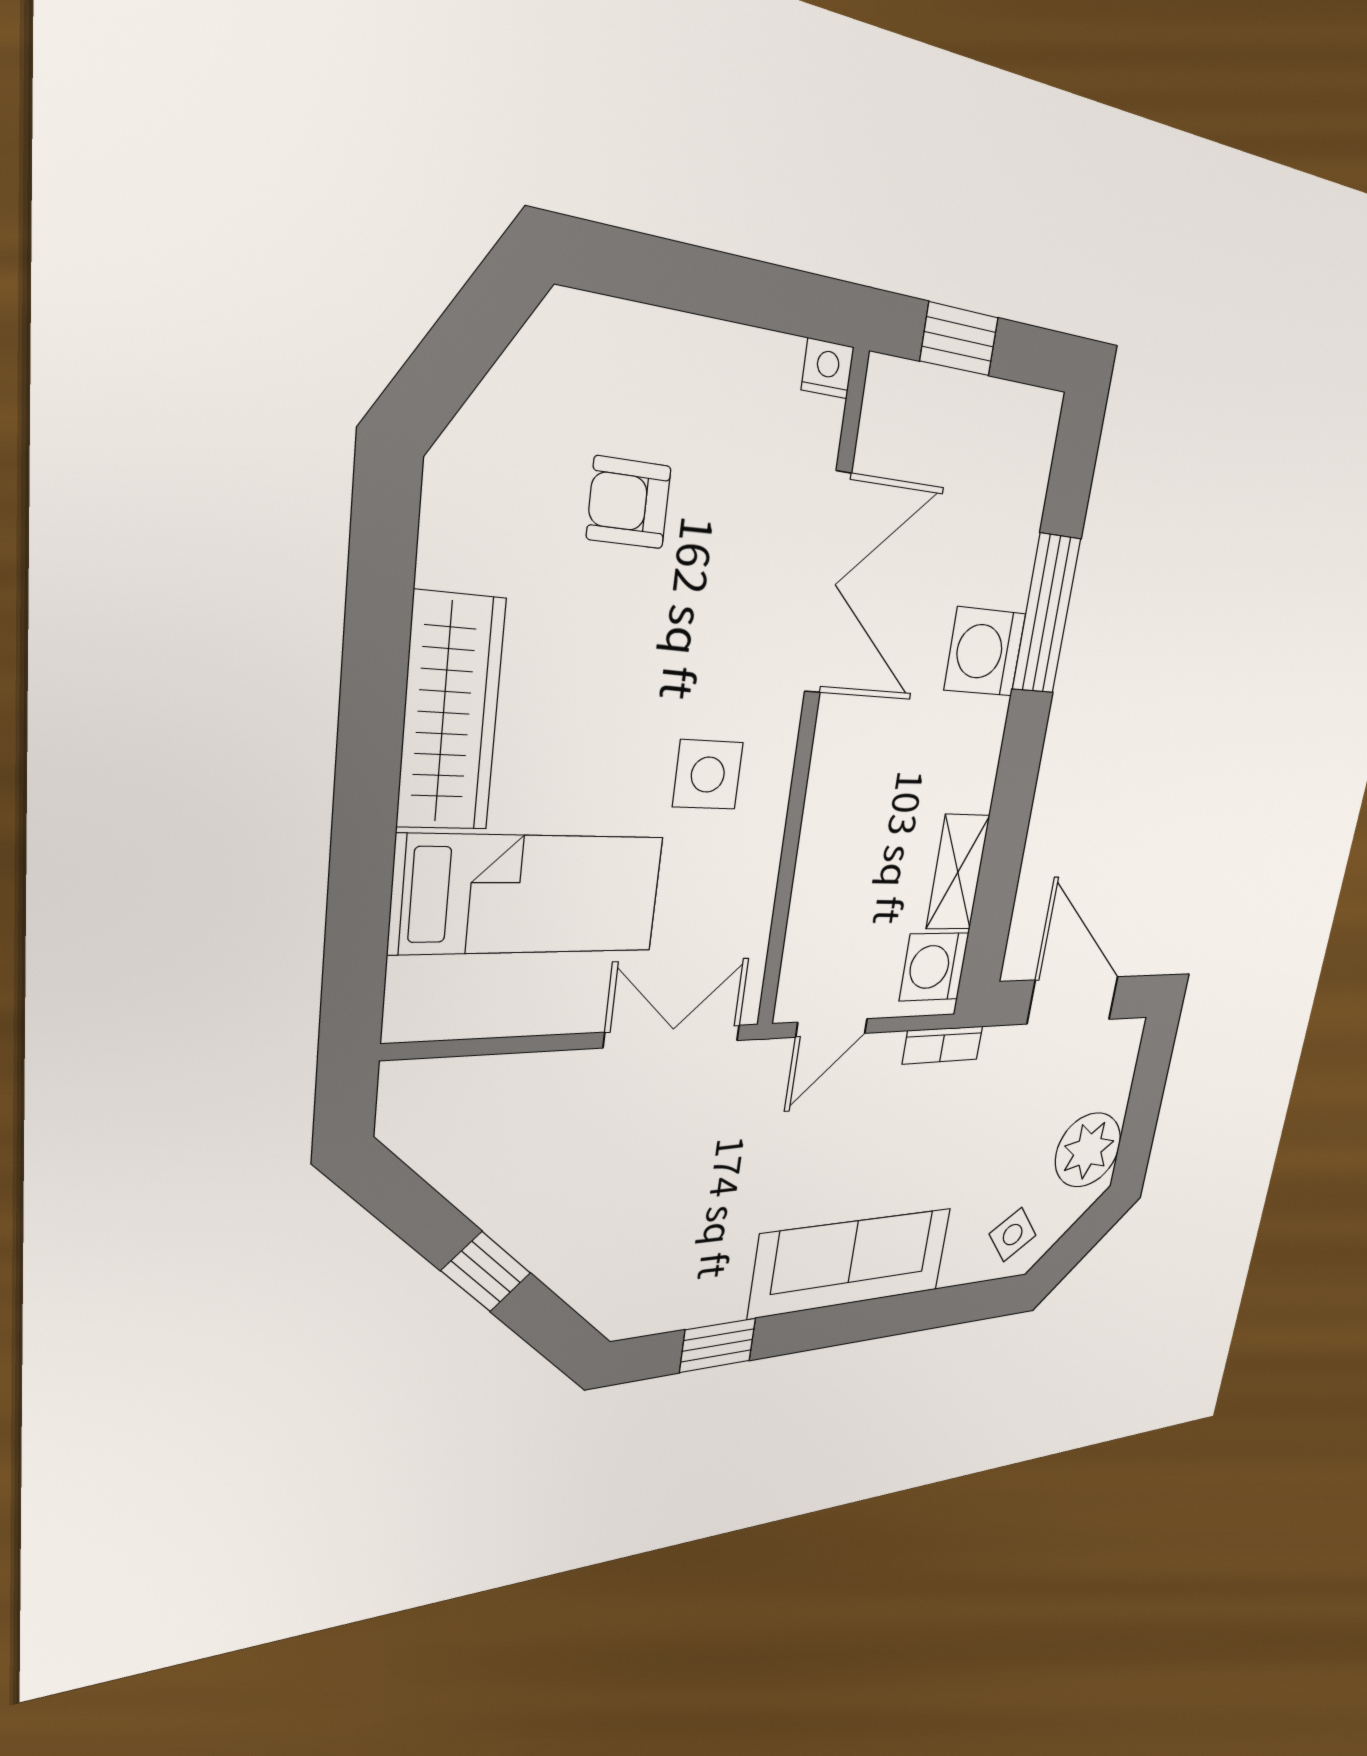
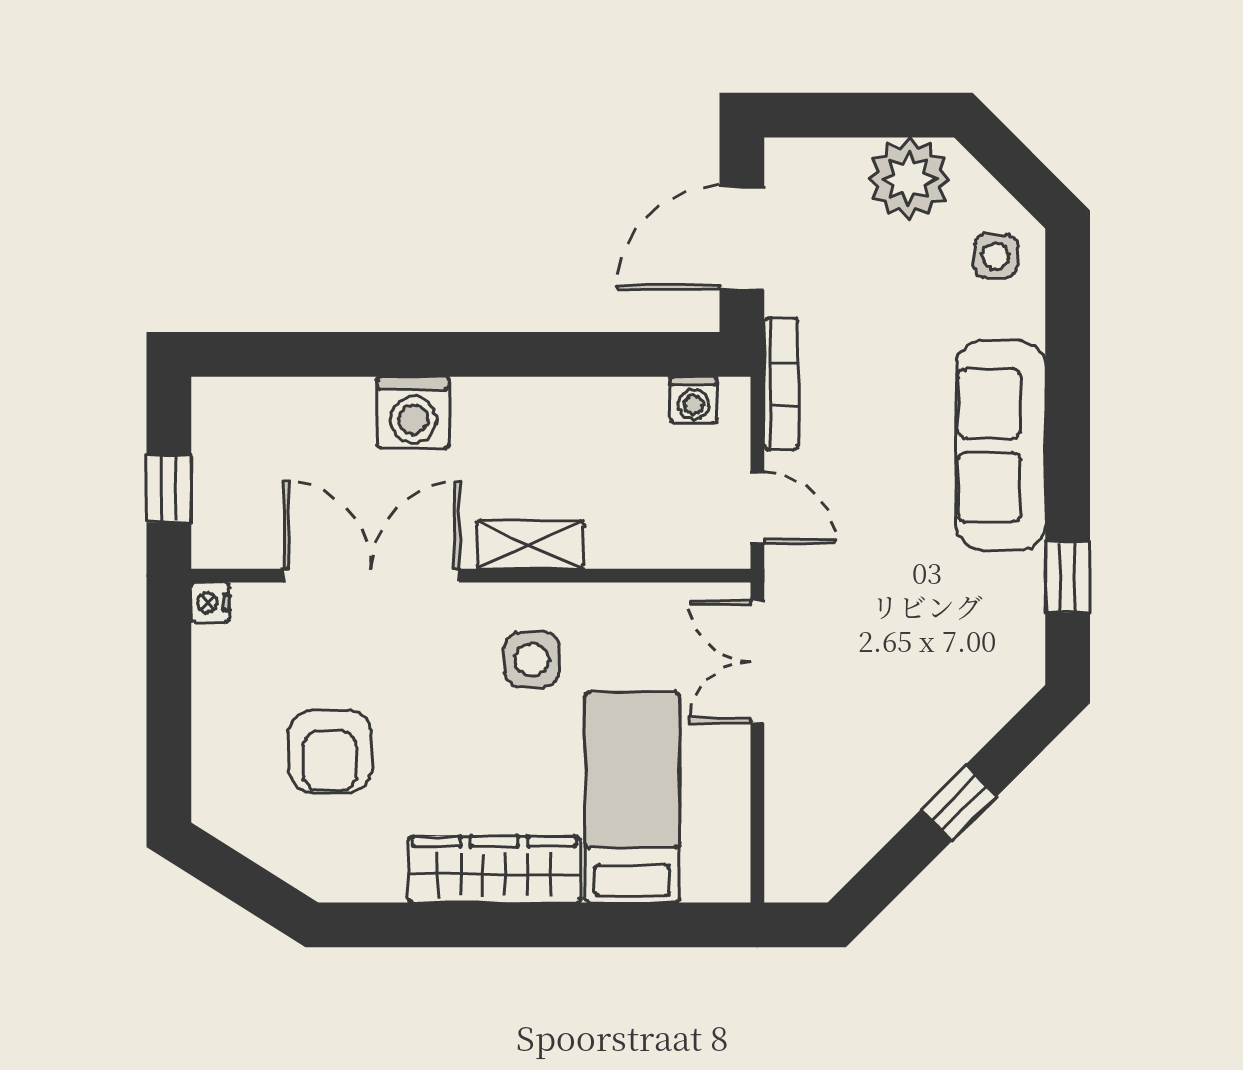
armchair: (629, 503) -> (330, 751), width x1.38, depth x1.38
window: (1046, 614) -> (375, 354), removed
shelving: (958, 872) -> (530, 545), moved
washing machine: (934, 967) -> (694, 400), width x0.73, depth x0.73
bookcase: (943, 1045) -> (781, 384), width x1.56
side table: (1013, 1235) -> (996, 256), turned 36

